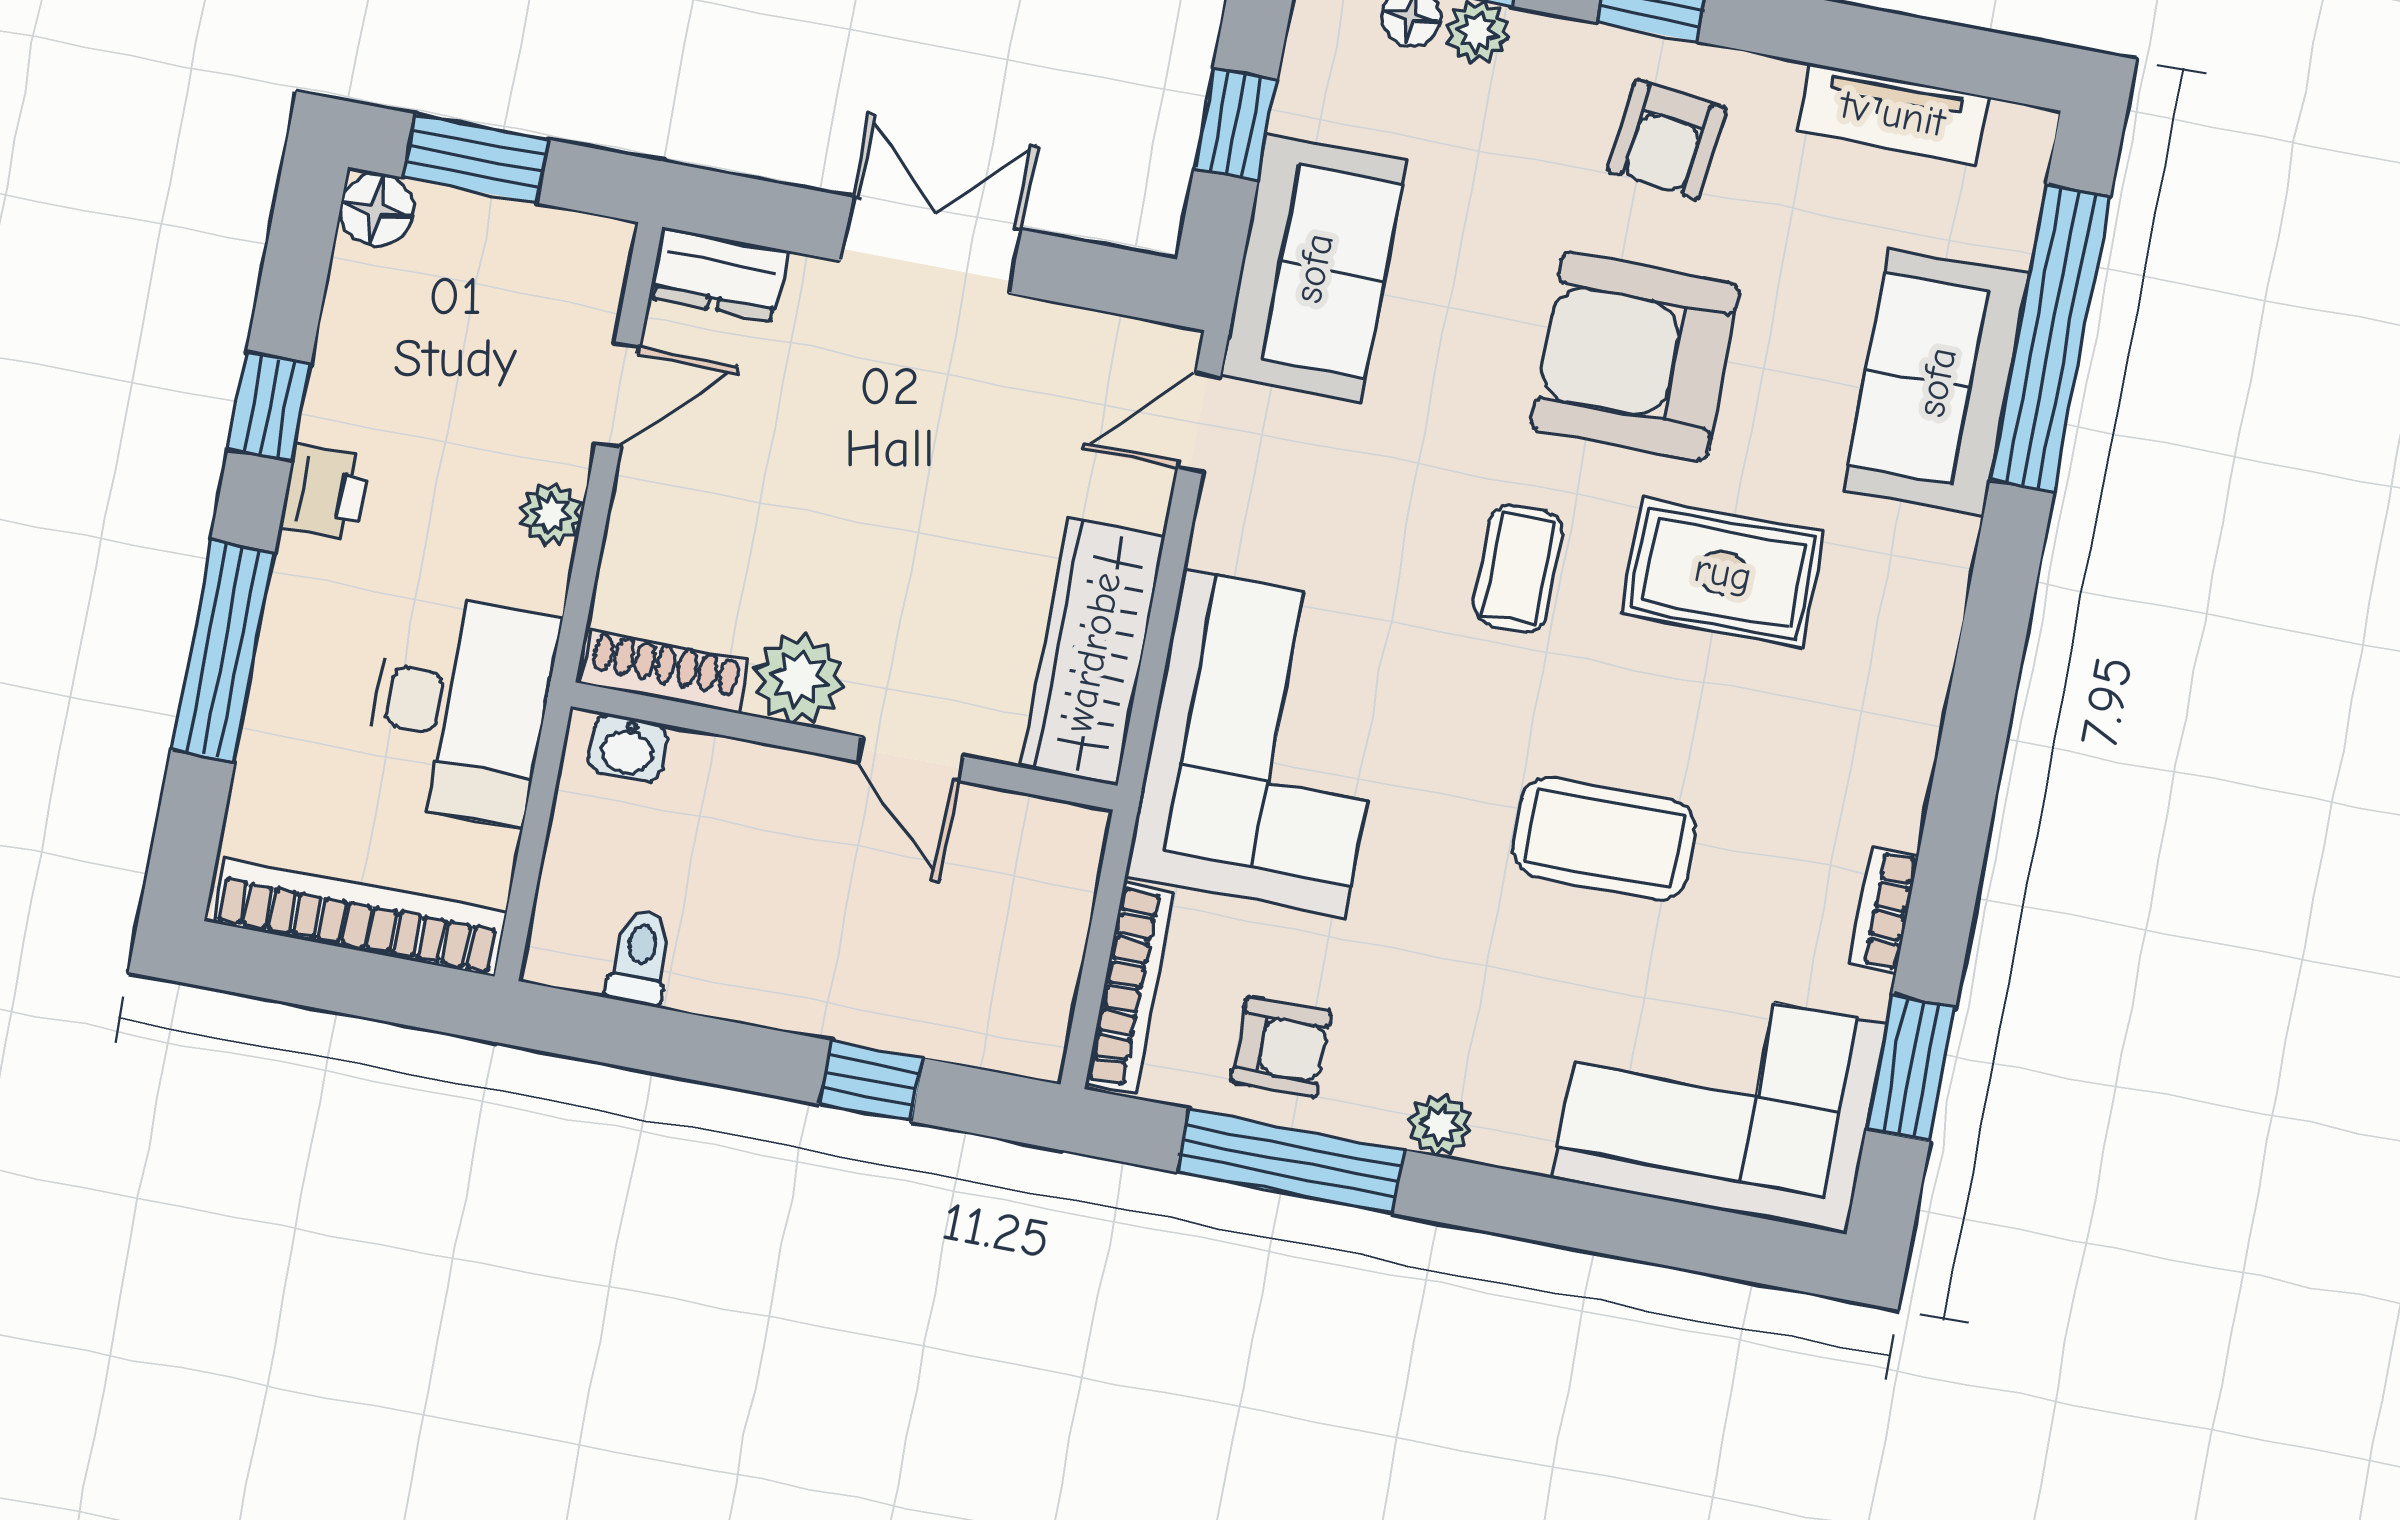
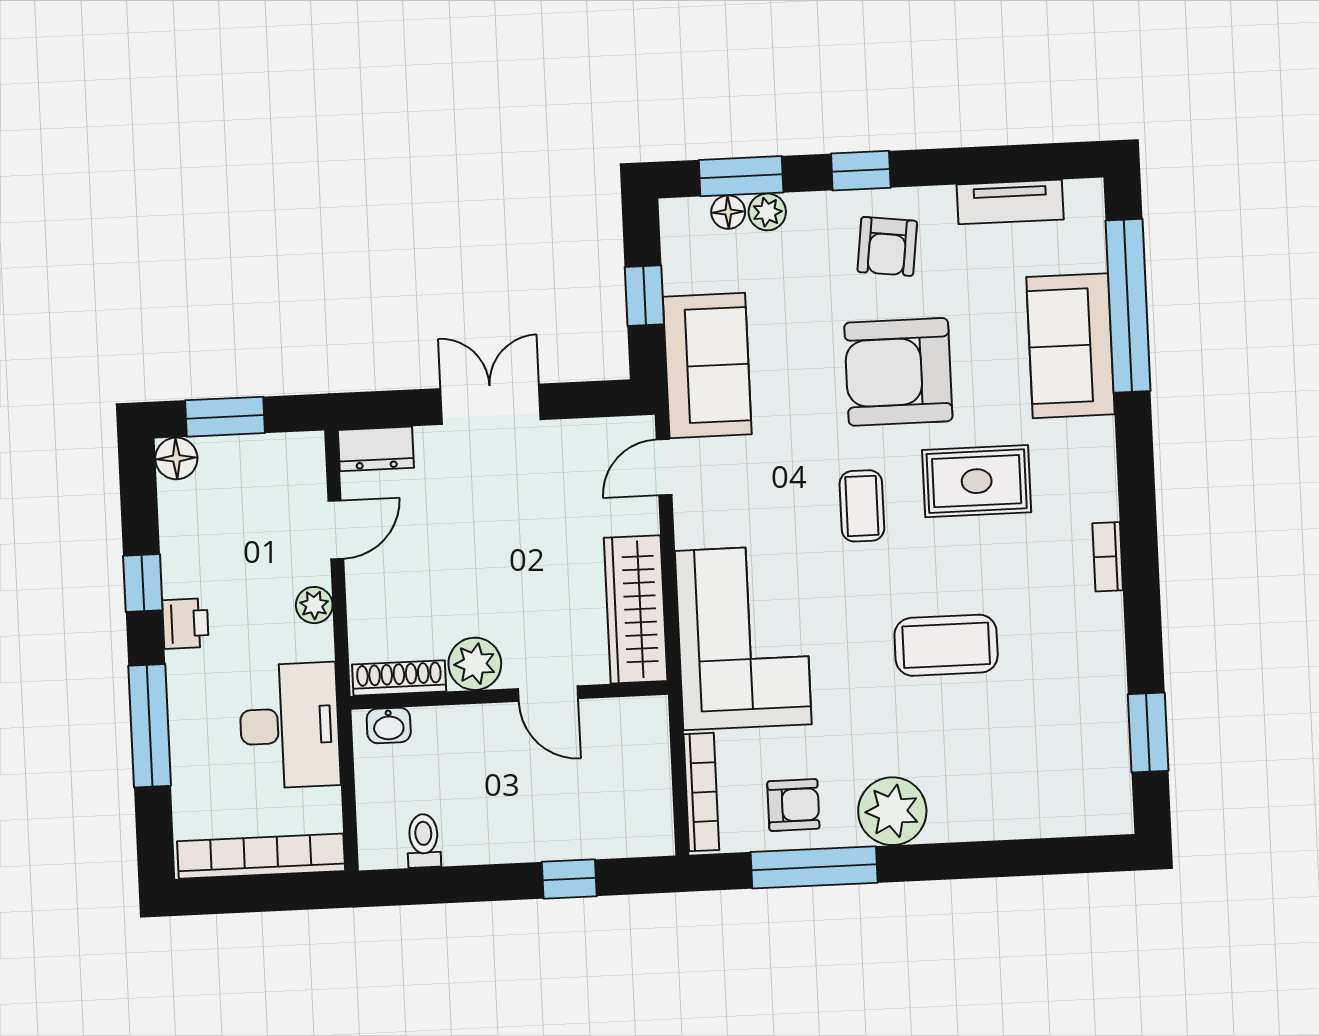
bookcase: (1884, 910) -> (1108, 557), moved
corner sofa: (1719, 1101) -> (1045, 776), removed
plant: (1440, 1125) -> (892, 811), width x1.88, depth x1.88

